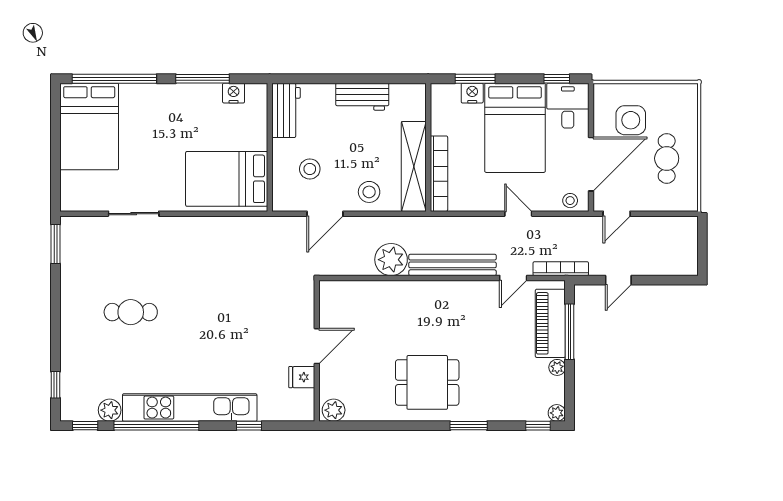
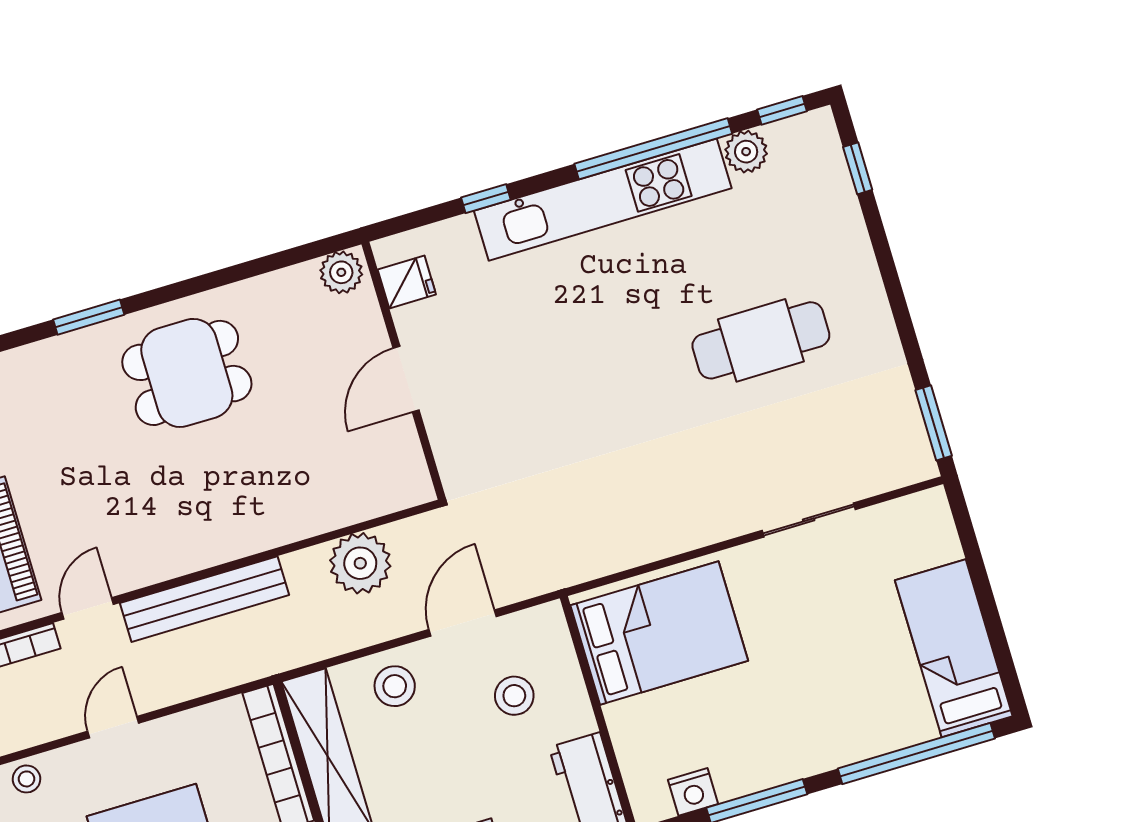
bed: (89, 127) -> (954, 648), width x0.67
door: (518, 214) -> (113, 727), swing flipped
plant: (391, 260) -> (360, 563), moved
cafe table: (131, 312) -> (761, 340), width x1.37, depth x1.35
fridge: (302, 377) -> (407, 282), moved

